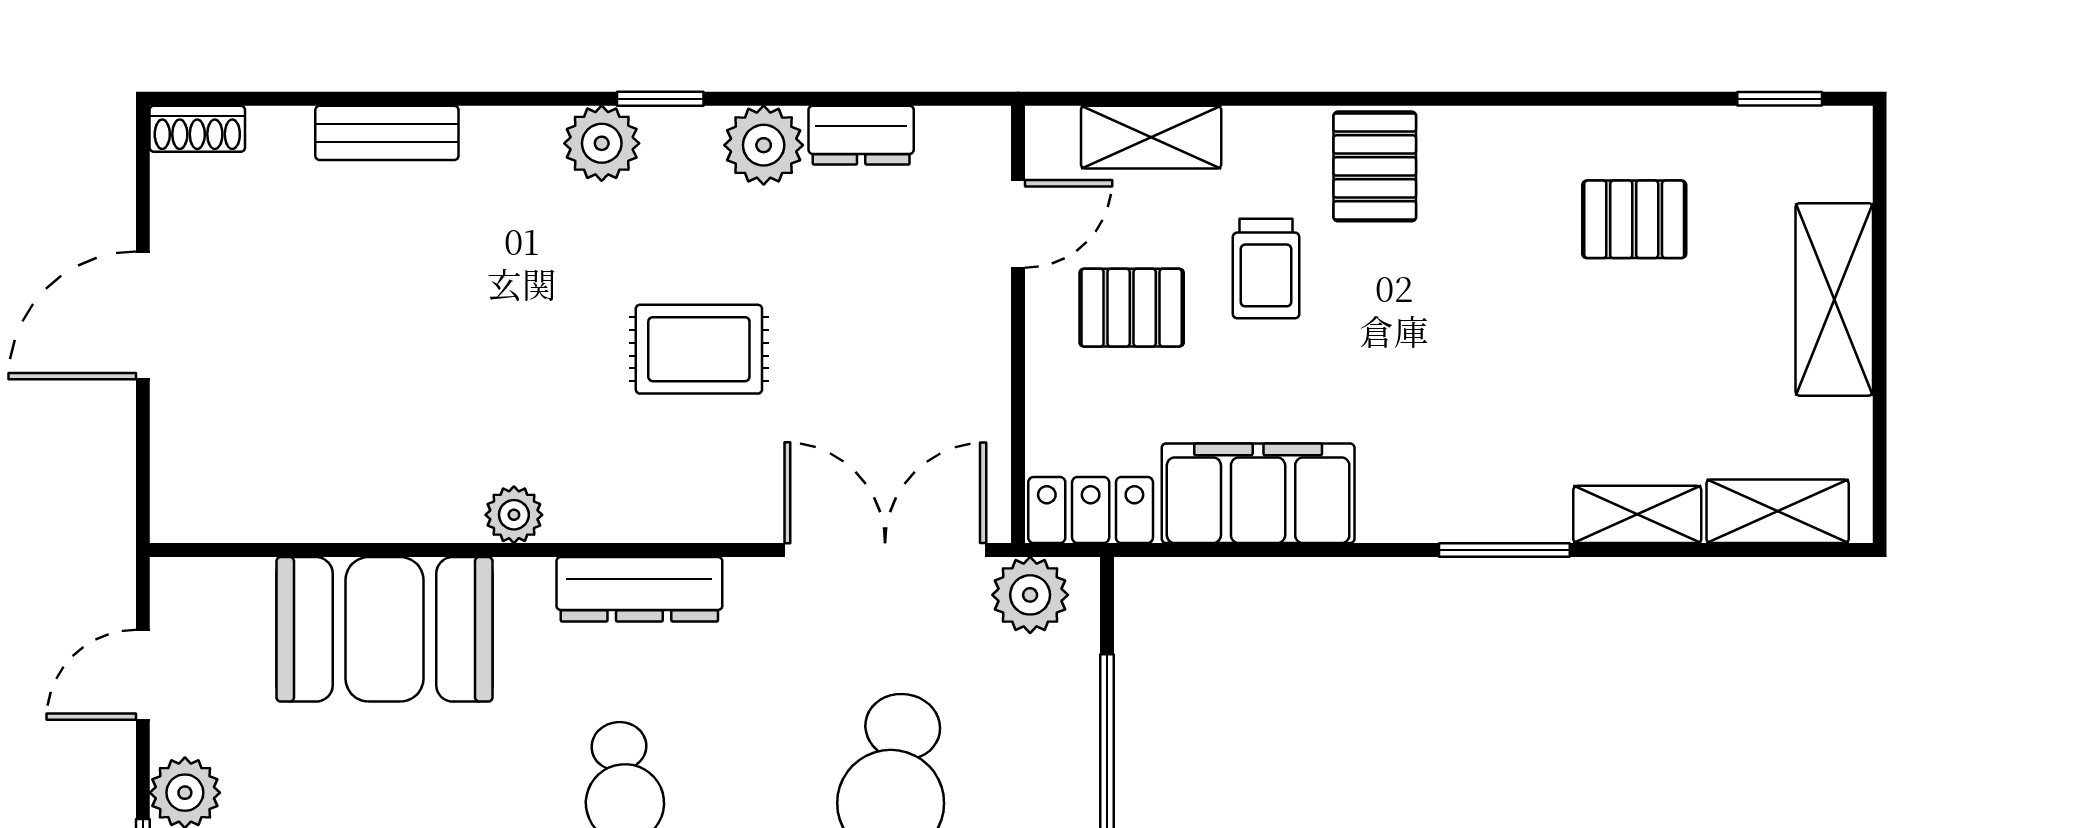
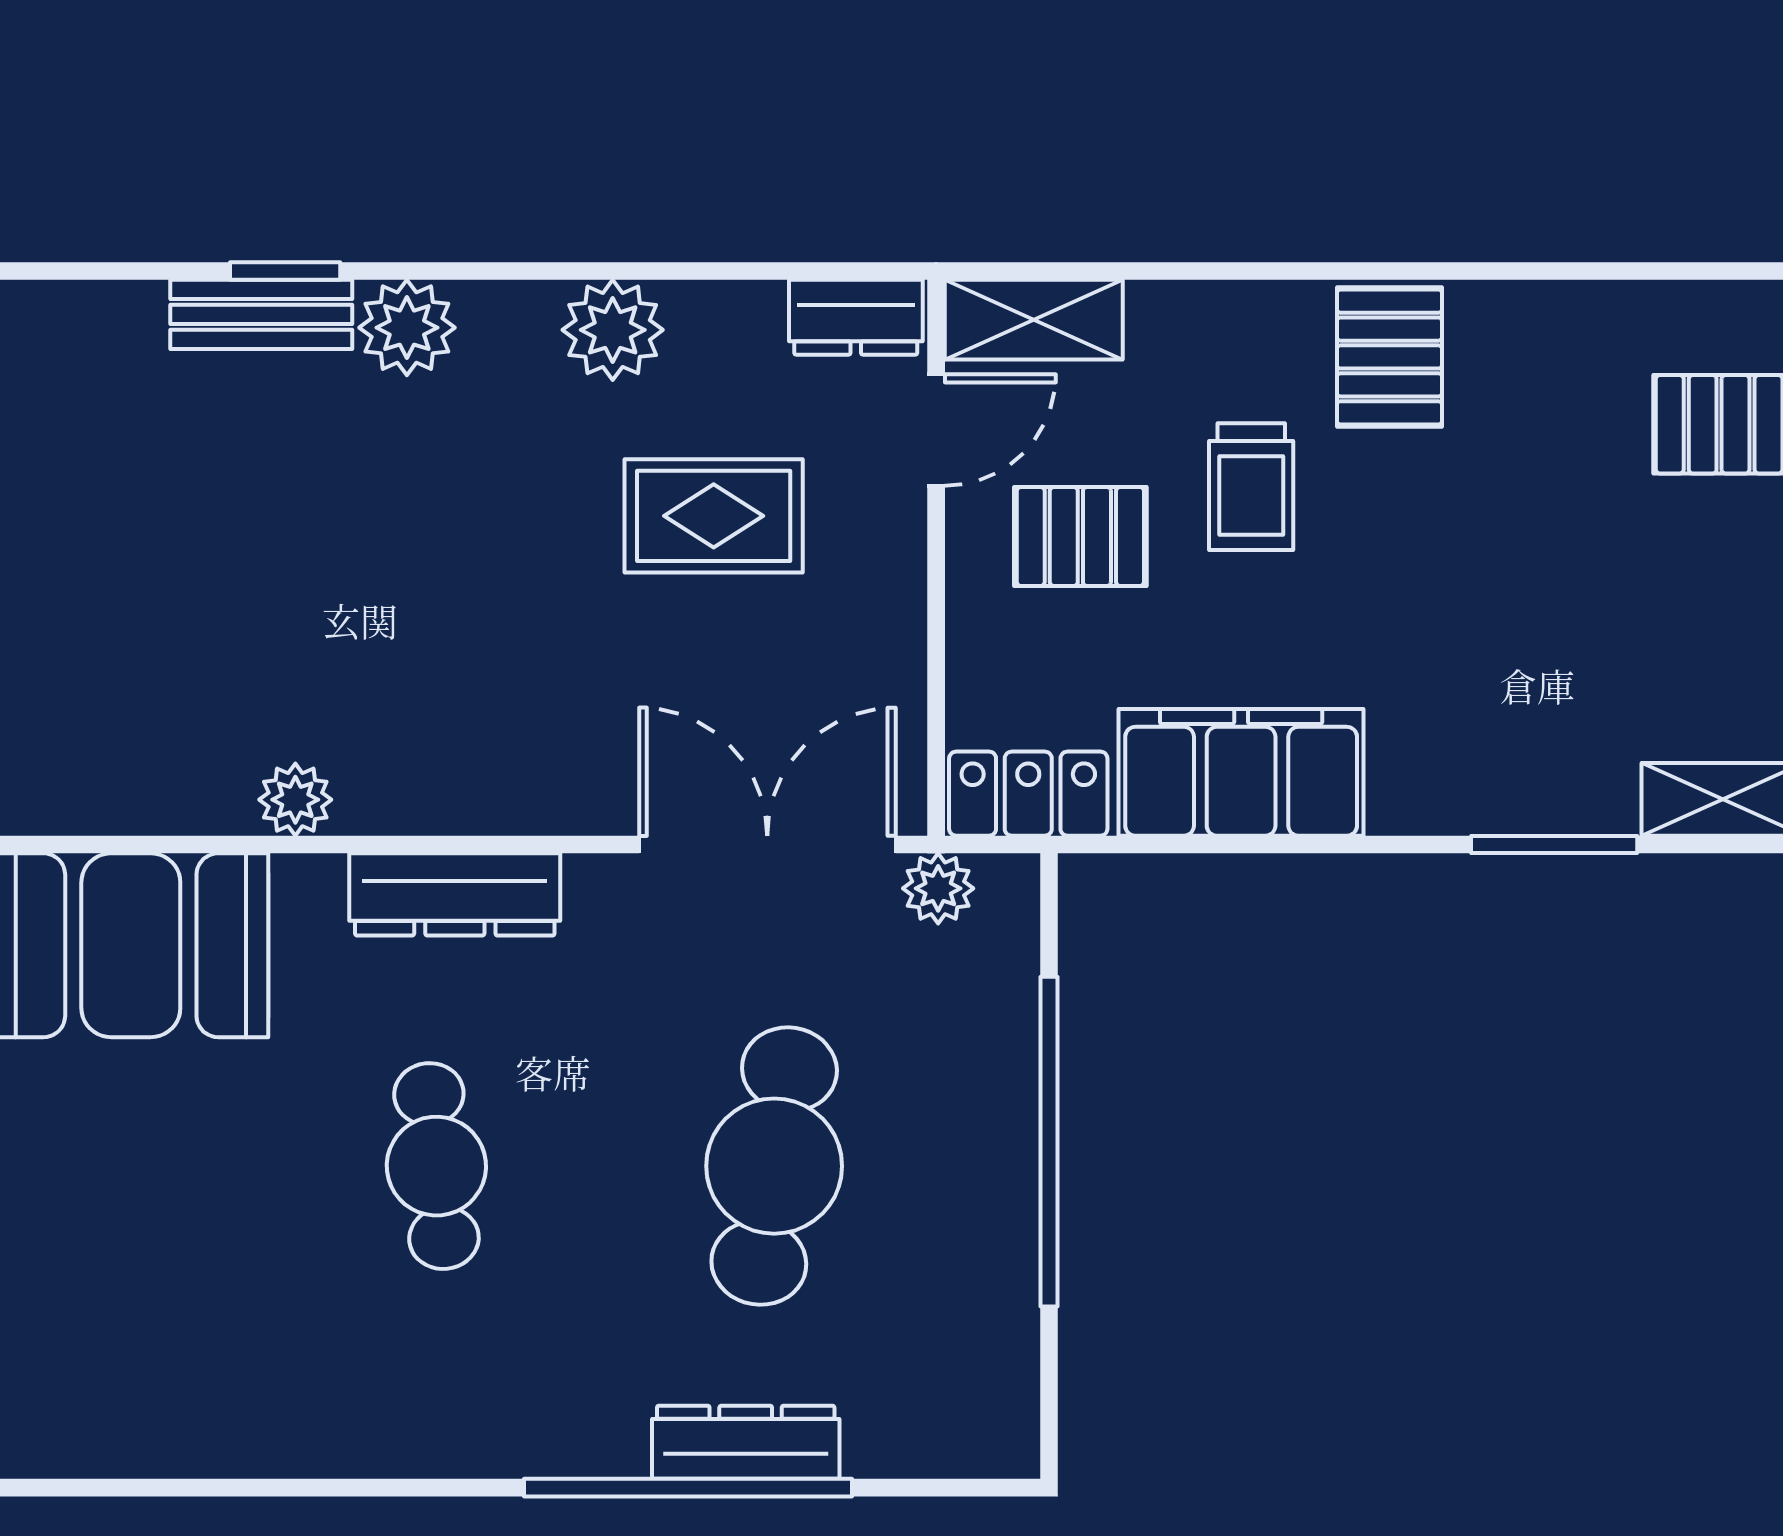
window: (660, 99) -> (285, 271), moved
bench: (387, 133) -> (261, 314), moved
dresser: (861, 135) -> (856, 317), moved
shelving: (1151, 137) -> (1034, 320), moved
rug: (699, 349) -> (714, 516), moved
plant: (1030, 595) -> (938, 888), width x0.73, depth x0.73

